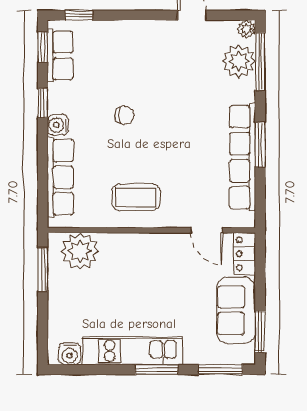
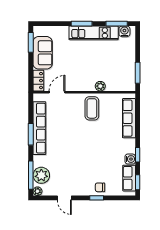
window: (79, 15) -> (97, 198), moved
chair: (124, 115) -> (100, 187), moved
water cooler: (58, 125) -> (130, 159), moved
coffee table: (136, 197) -> (92, 108), turned 90
door: (207, 230) -> (57, 92), hinge flipped
plant: (80, 251) -> (100, 86), moved, width x0.53, depth x0.53
window: (220, 370) -> (117, 24), moved

